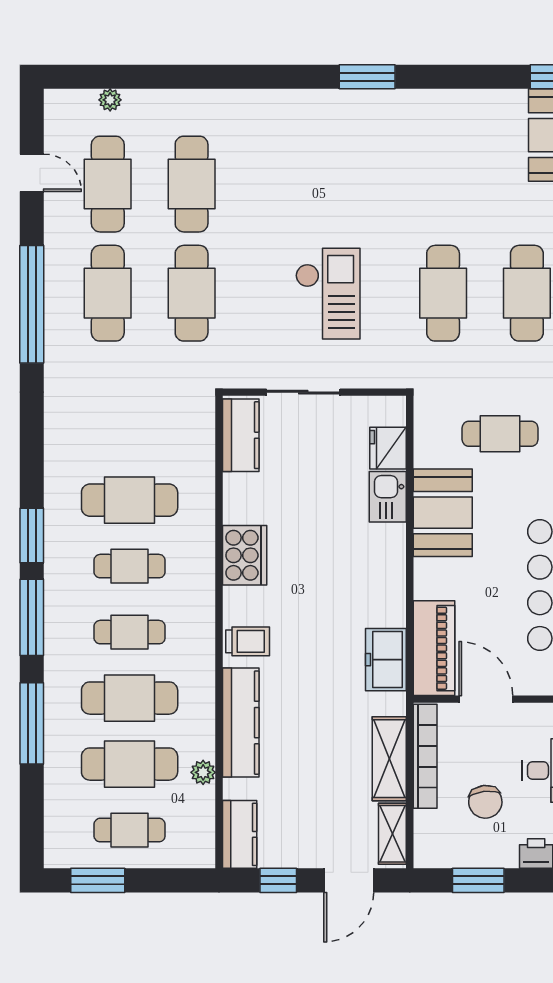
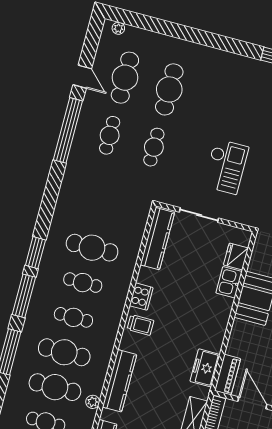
plant: (110, 100) -> (118, 28), moved
door: (32, 173) -> (82, 77), moved
cafe table: (108, 293) -> (110, 135), width x0.73, depth x0.74
cafe table: (192, 293) -> (154, 147), width x0.73, depth x0.74
kitchen counter: (241, 435) -> (157, 239), width x1.50
cooker: (245, 555) -> (141, 297), width x0.73, depth x0.76
trolley: (248, 641) -> (140, 325), moved
piano: (434, 648) -> (228, 375), width x0.73, depth x0.75

